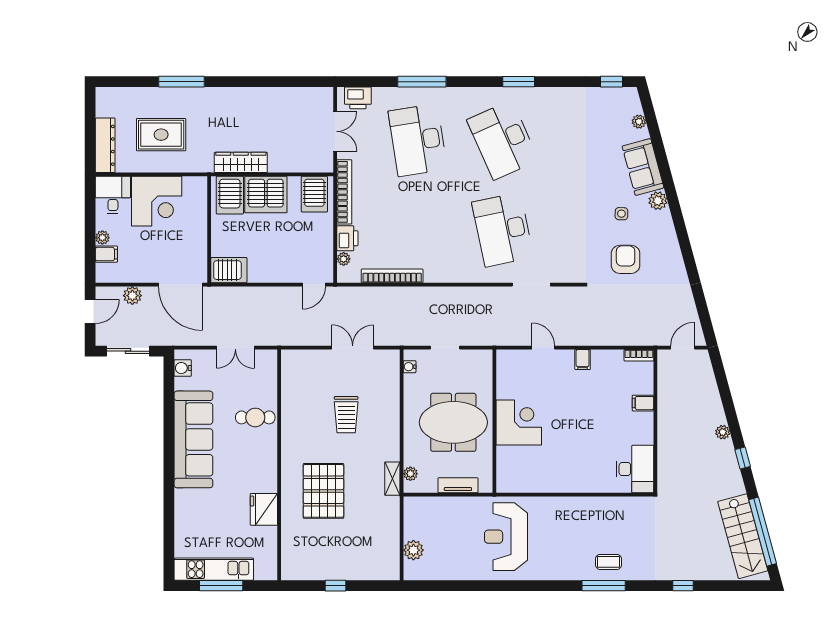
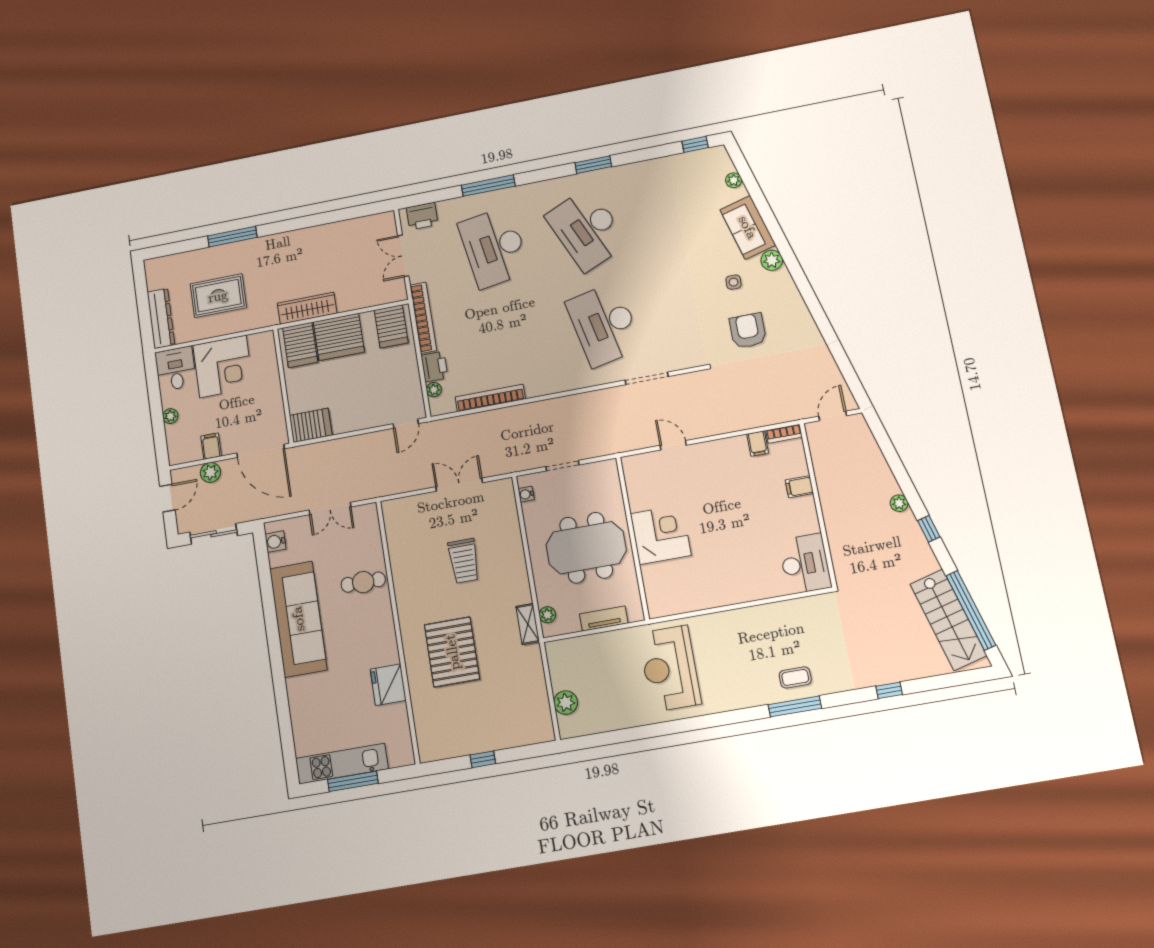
double door: (335, 131) -> (403, 256), swing flipped
filing cabinet: (106, 254) -> (211, 446), moved, turned -90
filing cabinet: (583, 359) -> (758, 444), moved

